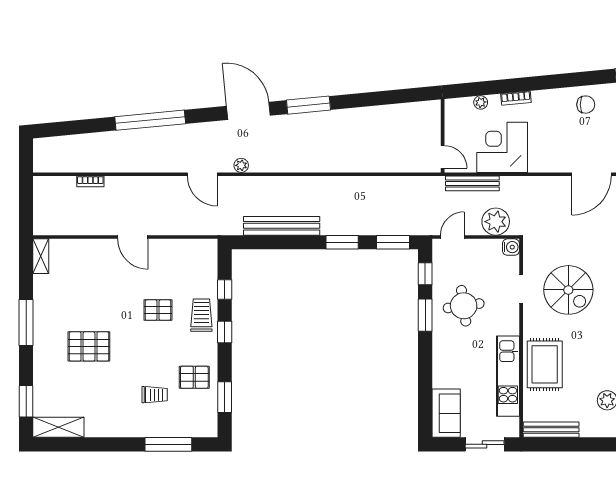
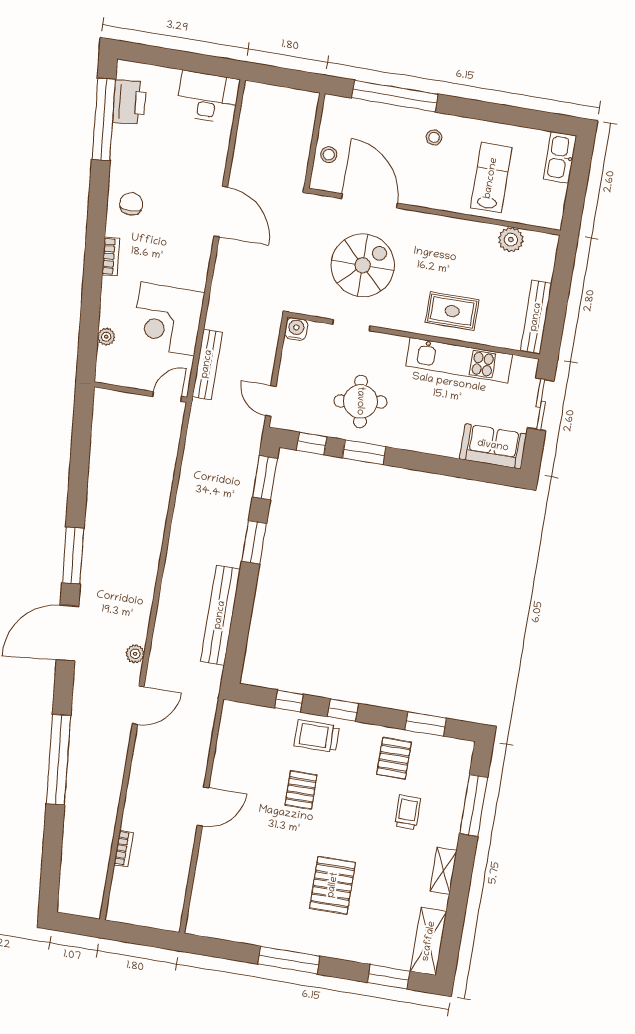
bookcase: (516, 98) -> (111, 256), moved
plant: (496, 222) -> (261, 343), removed
shelving: (41, 256) -> (443, 871), moved, turned 90
rug: (545, 364) -> (452, 311), width x0.73, depth x0.70

